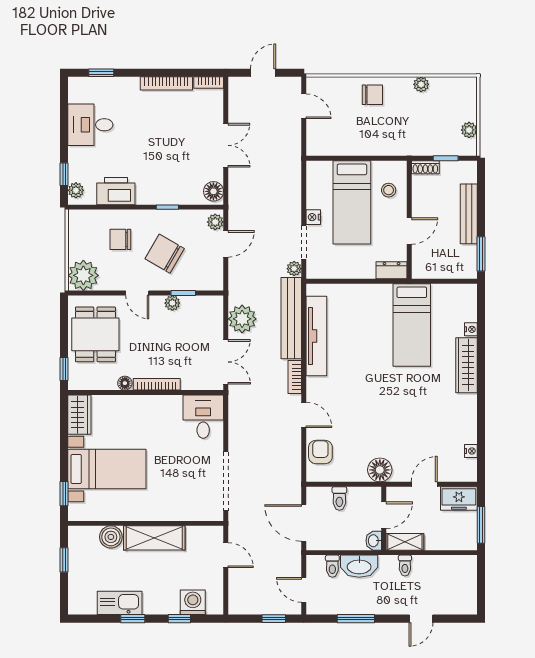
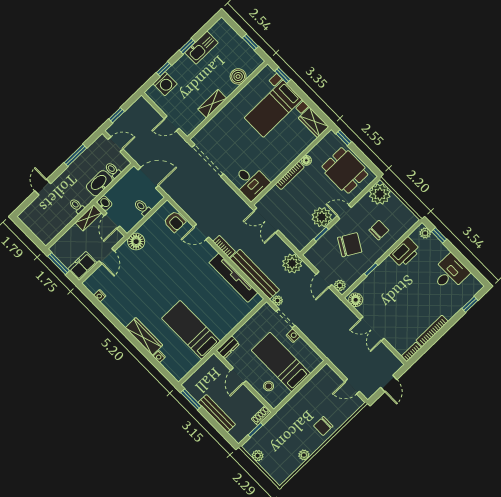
plant: (172, 303) -> (322, 217), width x1.88, depth x1.88
plant: (242, 319) -> (292, 263), moved
shelving: (154, 538) -> (212, 104), width x0.67, depth x0.75

